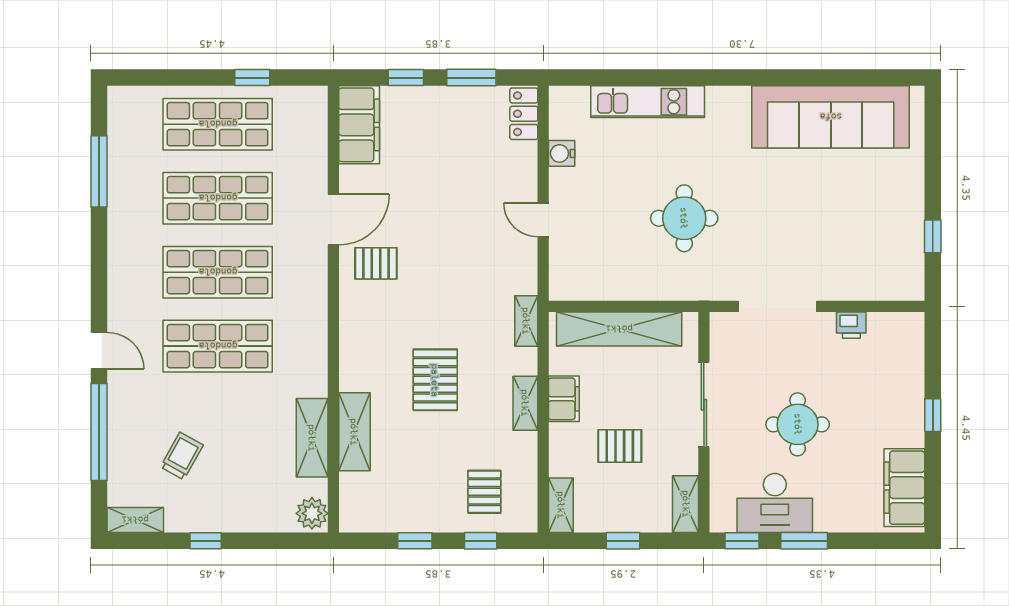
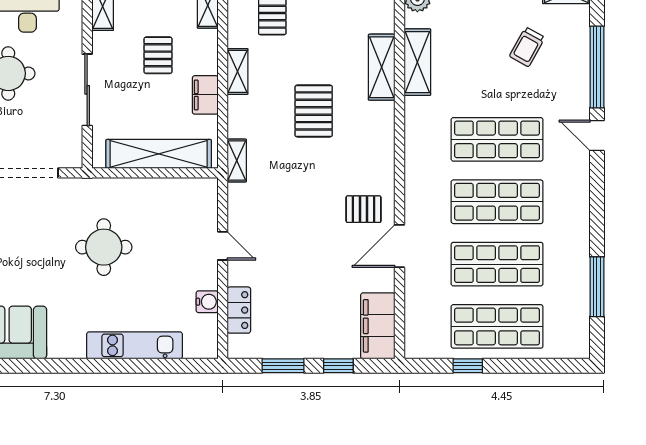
locker: (524, 114) -> (239, 310), moved
shelving: (525, 403) -> (238, 71), moved
pallet: (620, 446) -> (158, 55), turned 90

